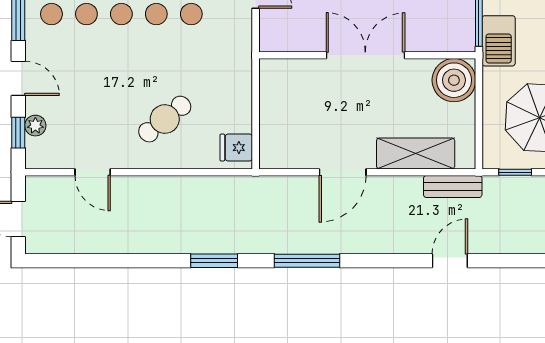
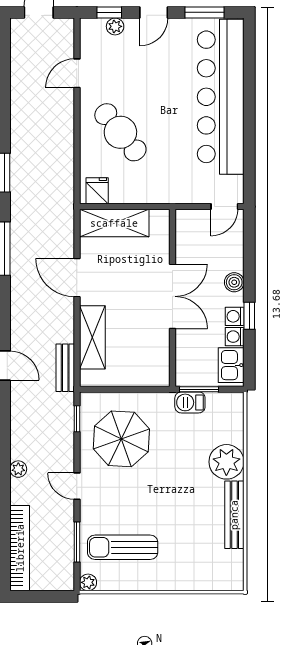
barbecue: (499, 41) -> (190, 402), width x0.73, depth x0.79
boiler: (454, 80) -> (152, 369), removed
cafe table: (165, 119) -> (120, 132), width x1.37, depth x1.35
shelving: (276, 127) -> (114, 223), added

